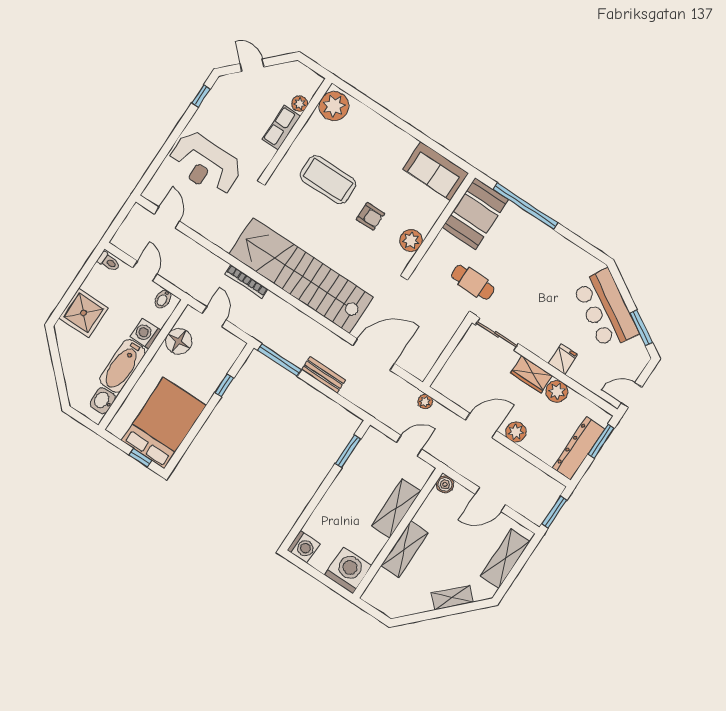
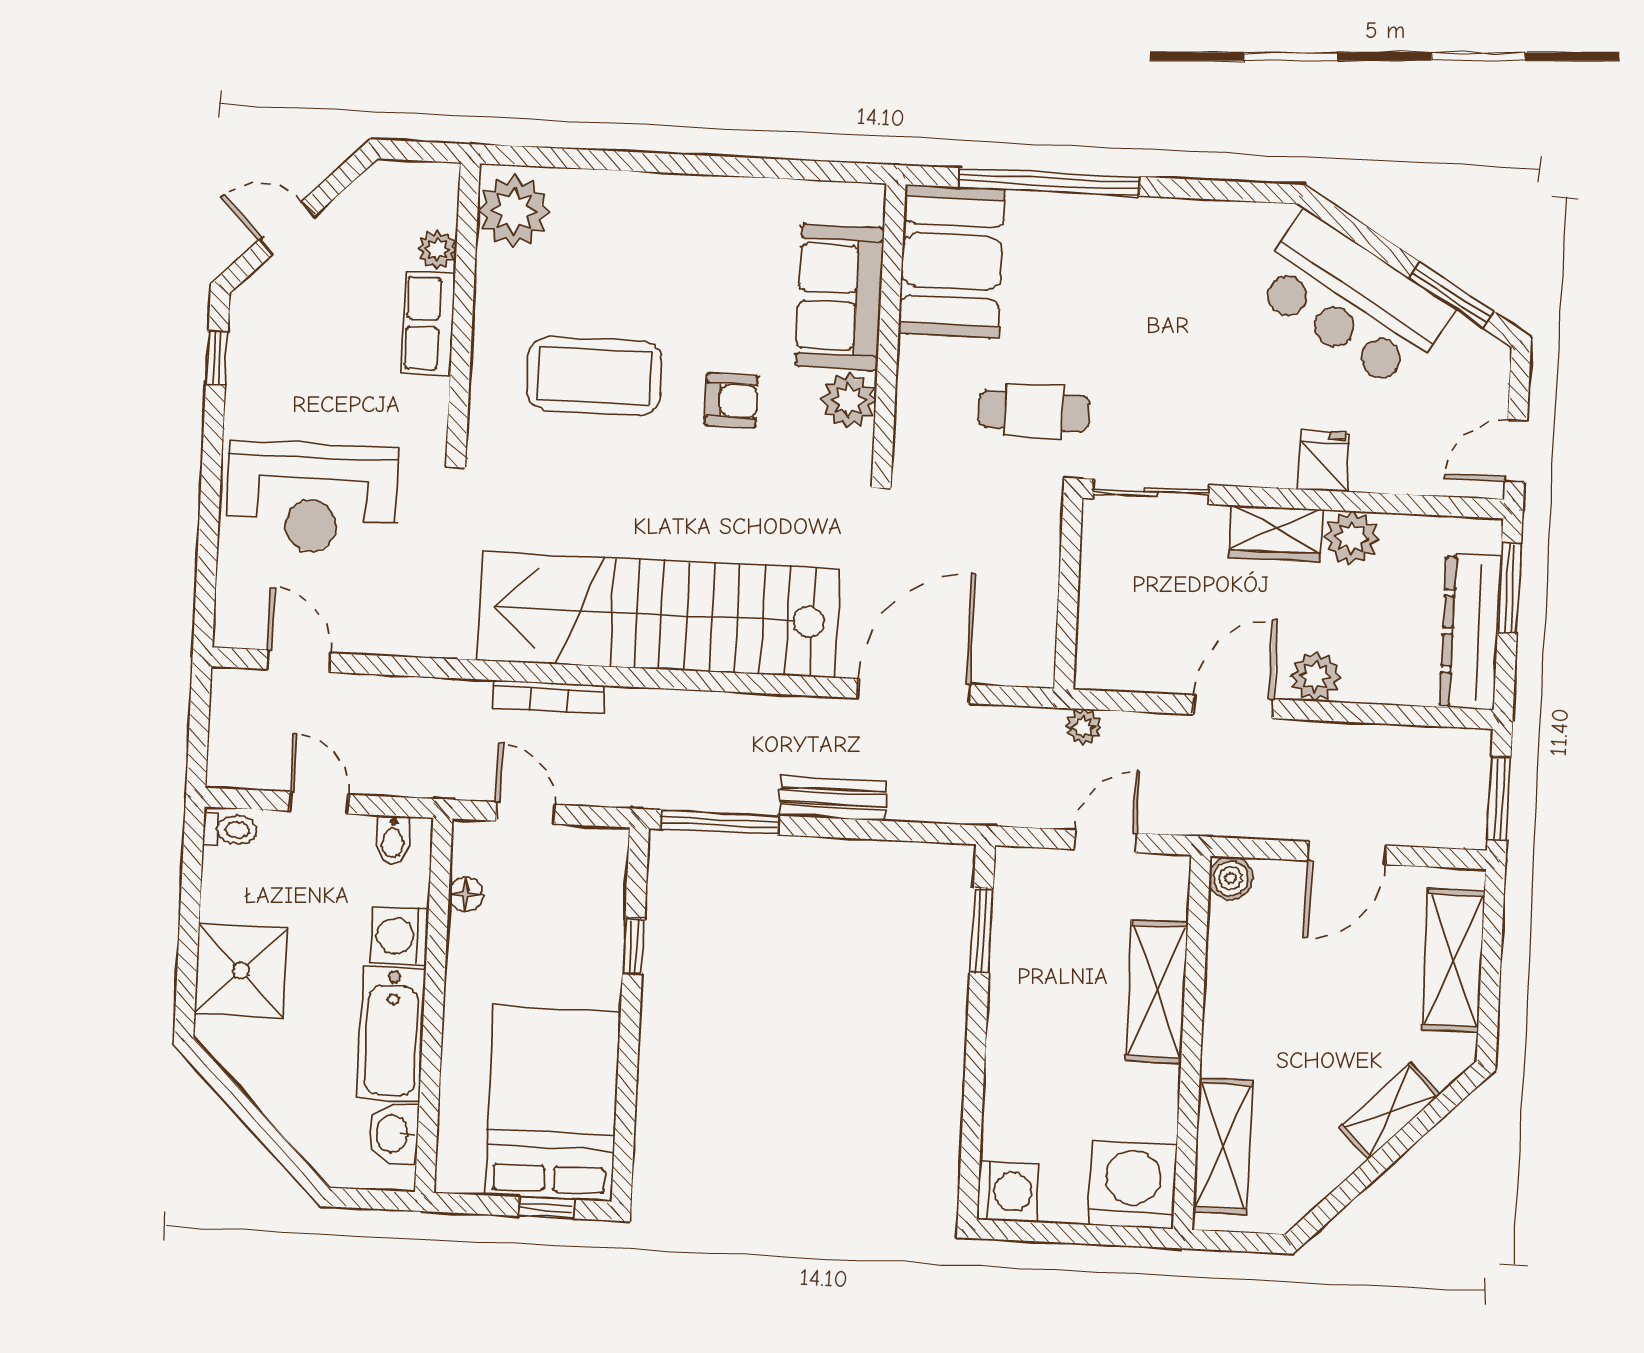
sofa: (436, 171) -> (840, 297), moved, turned 90
floor lamp: (179, 341) -> (466, 894), width x0.53, depth x0.53
shelving: (405, 549) -> (1223, 1147), moved

